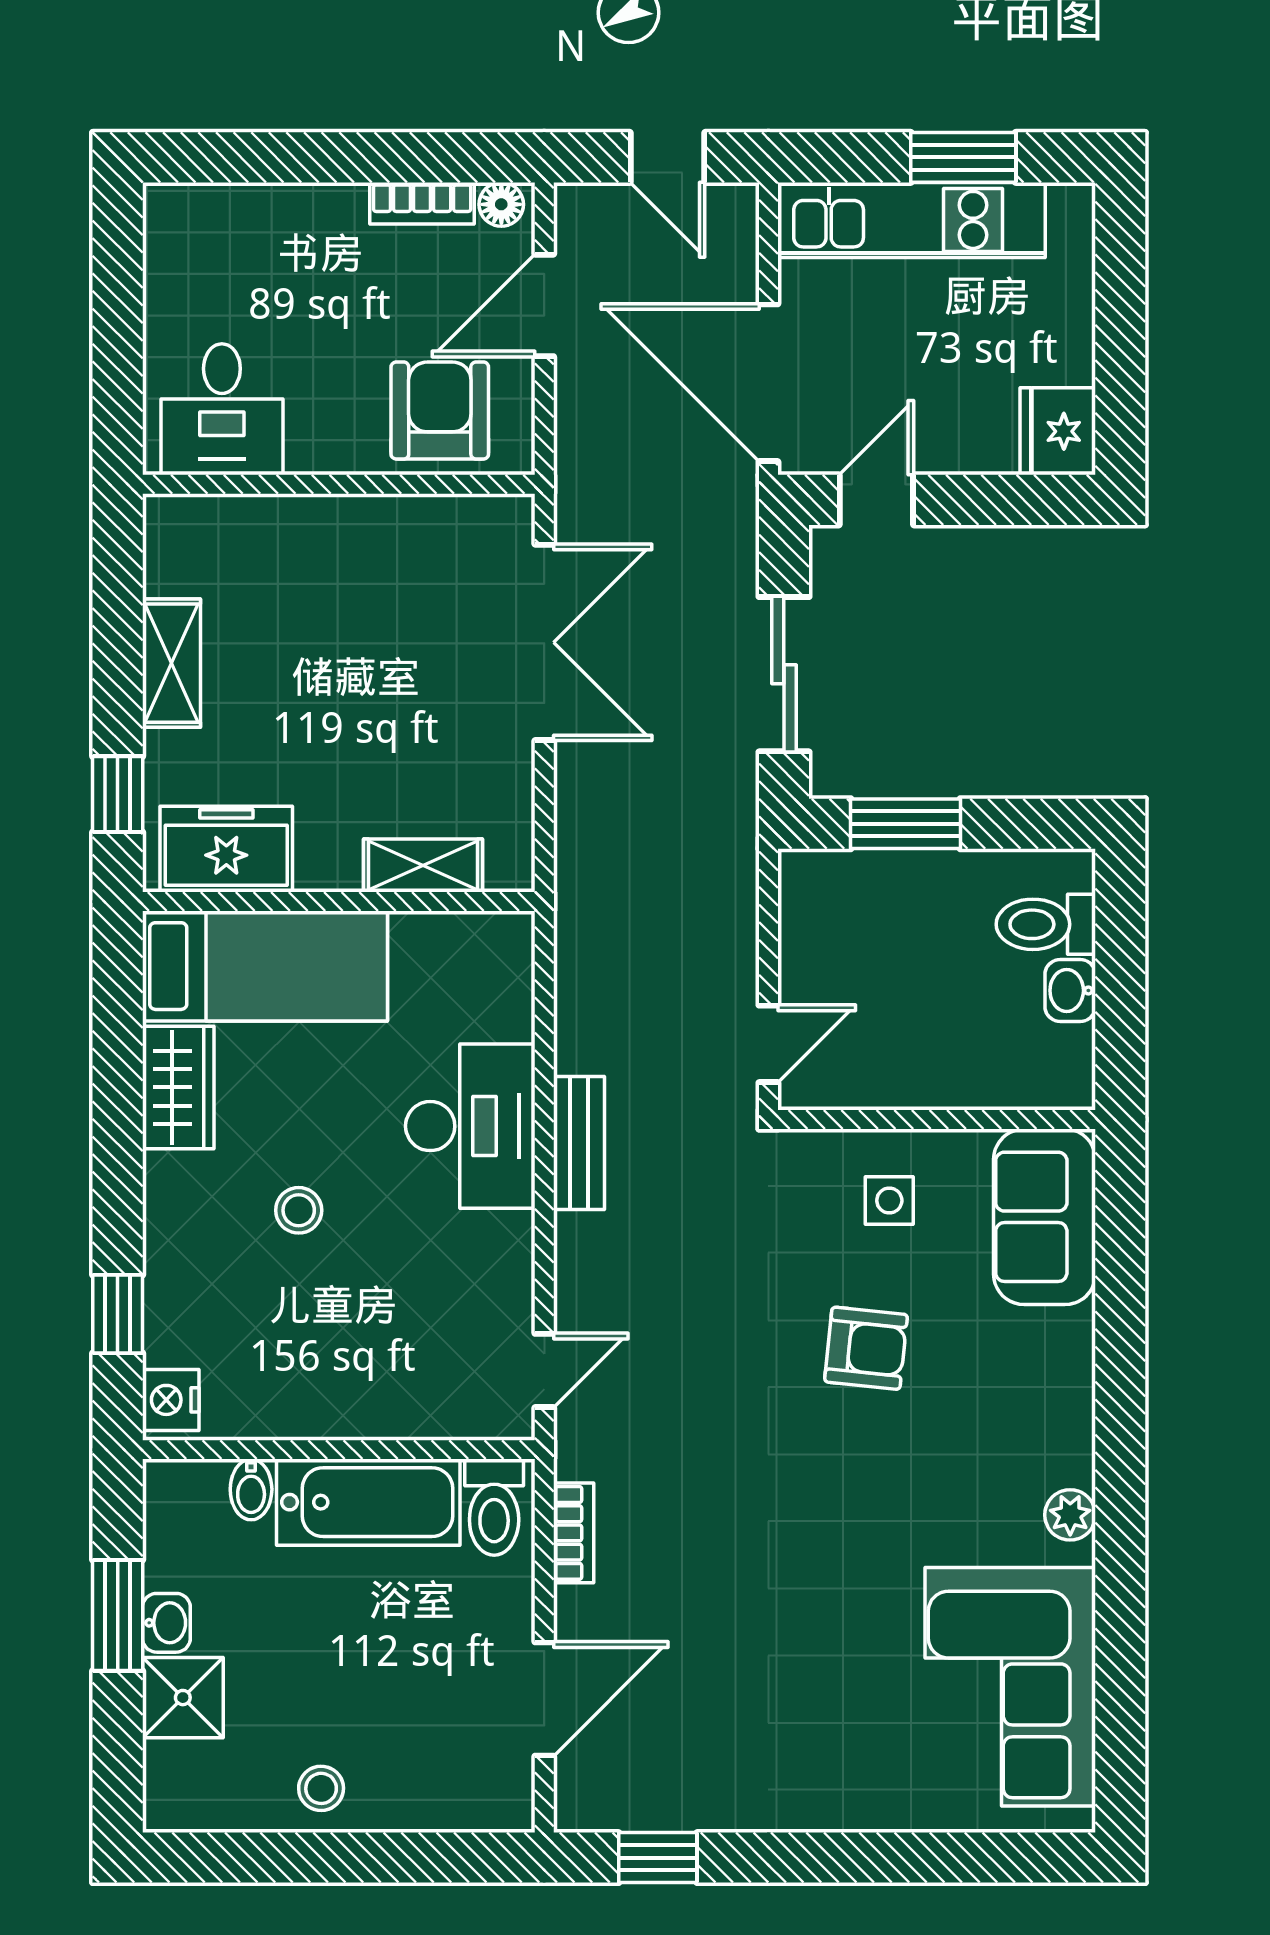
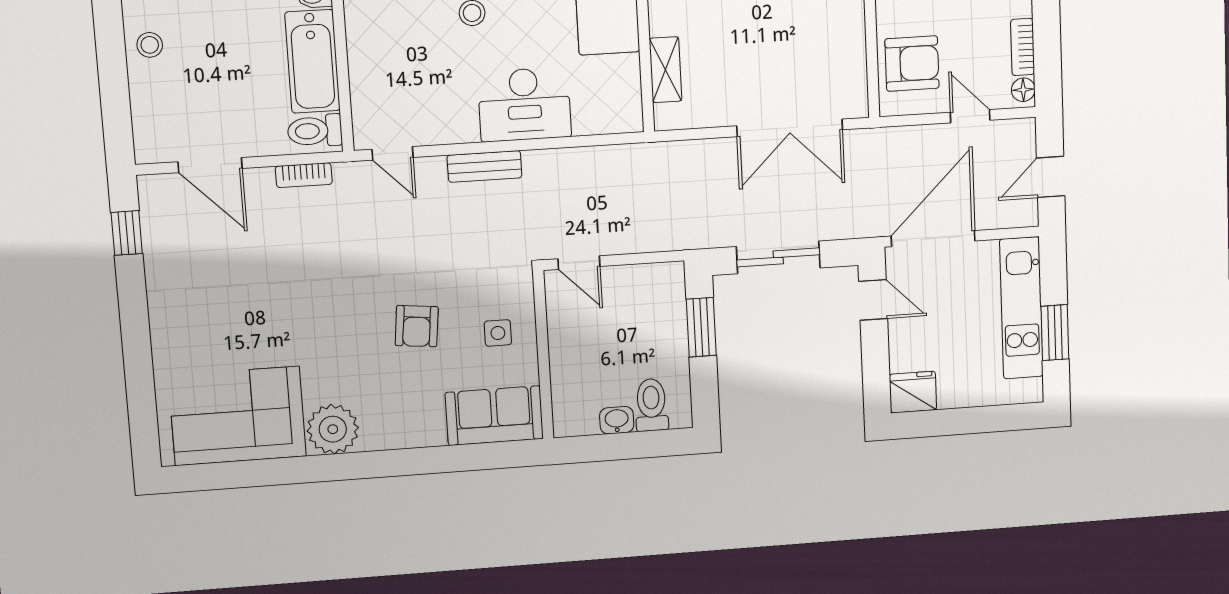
door: (544, 305) -> (970, 116), width x0.73
bench: (579, 1143) -> (485, 166), moved
plant: (1070, 1515) -> (333, 429), width x1.88, depth x1.88

